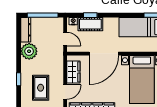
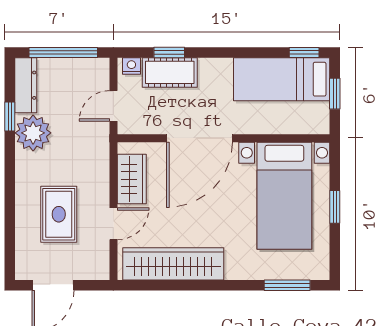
door: (65, 39) -> (113, 106), swing flipped
window: (19, 79) -> (10, 116), moved

